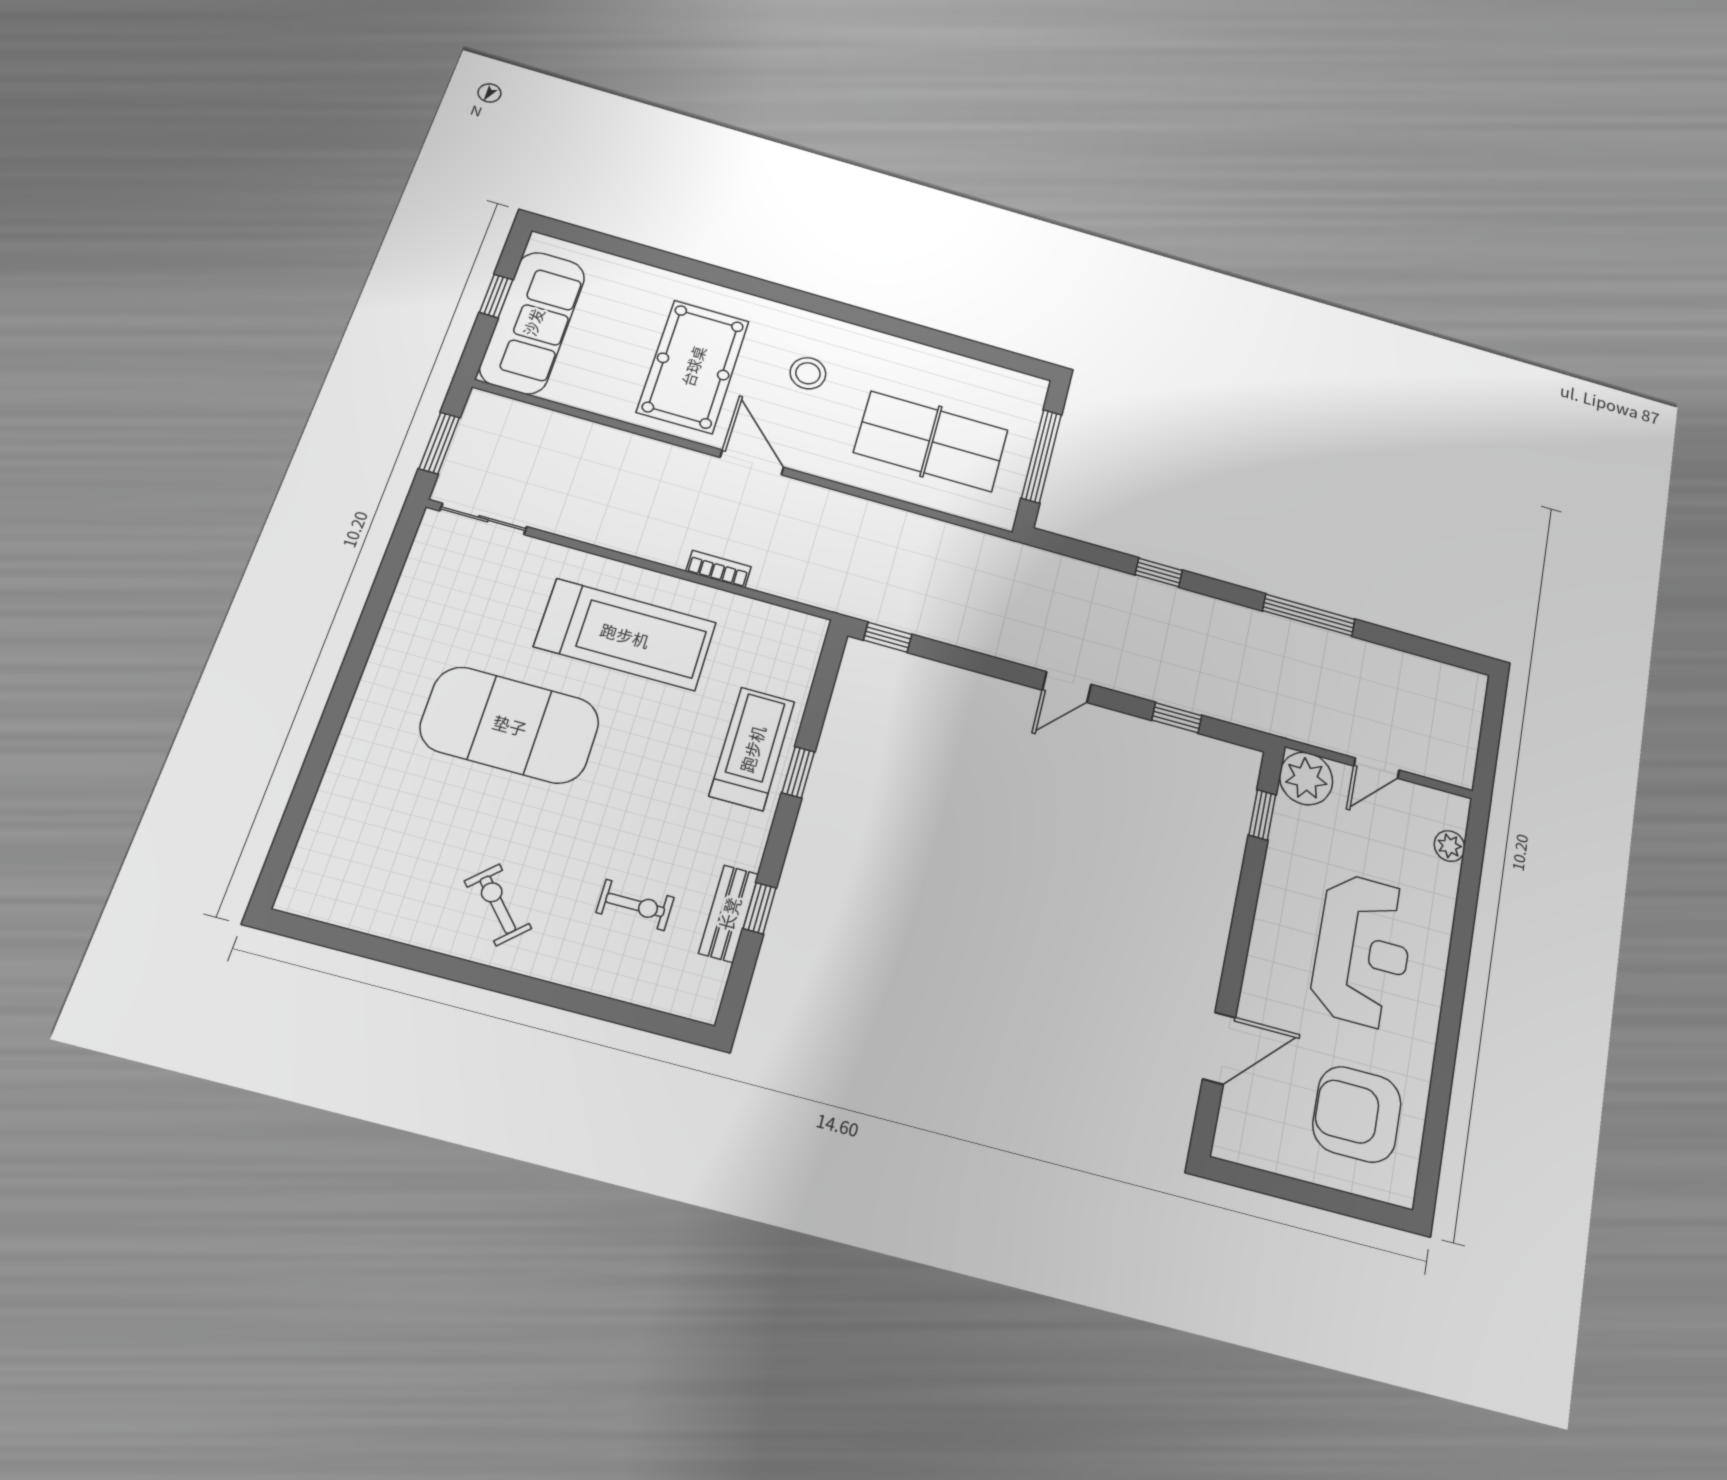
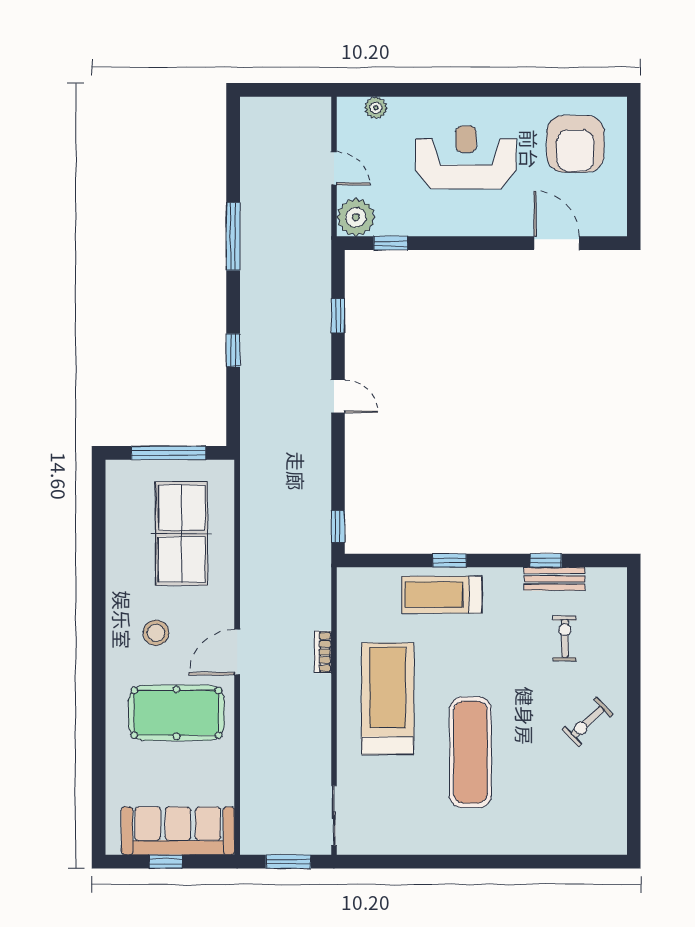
exercise mat: (510, 725) -> (470, 752), width x0.68

